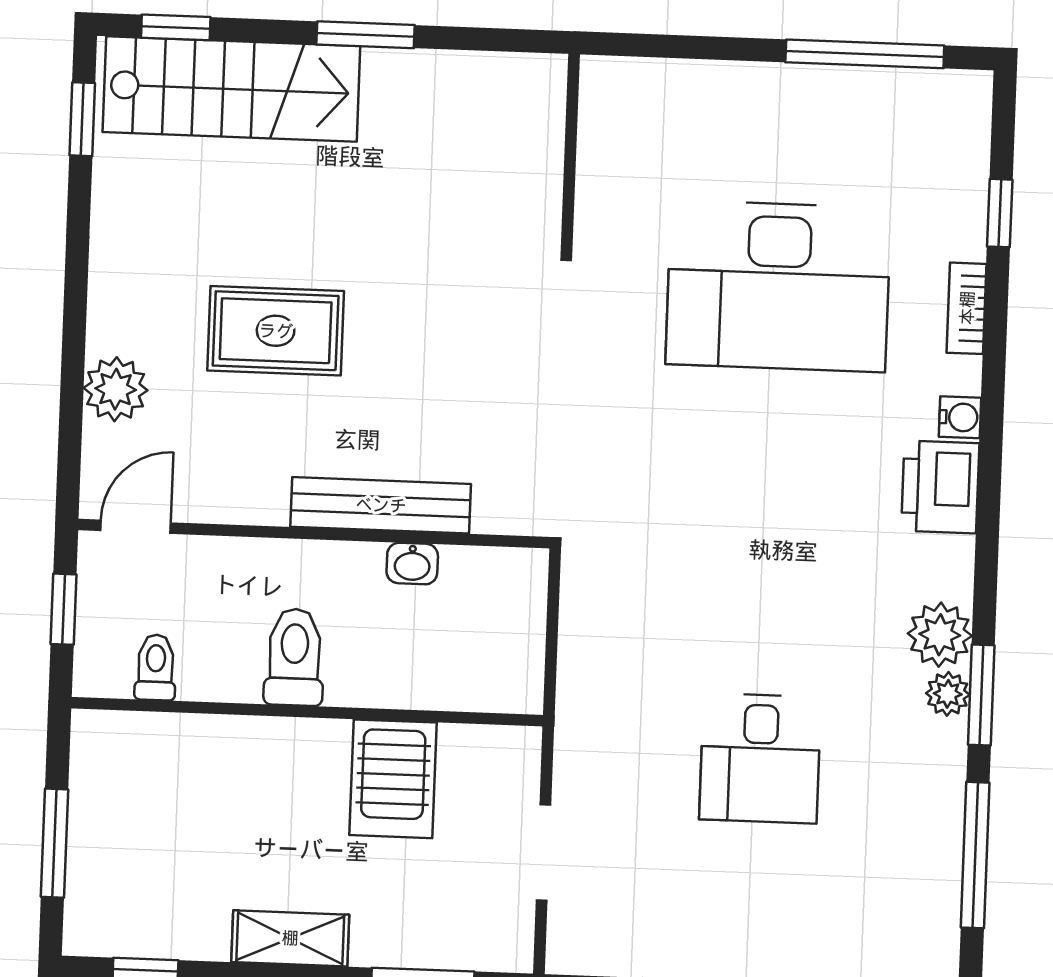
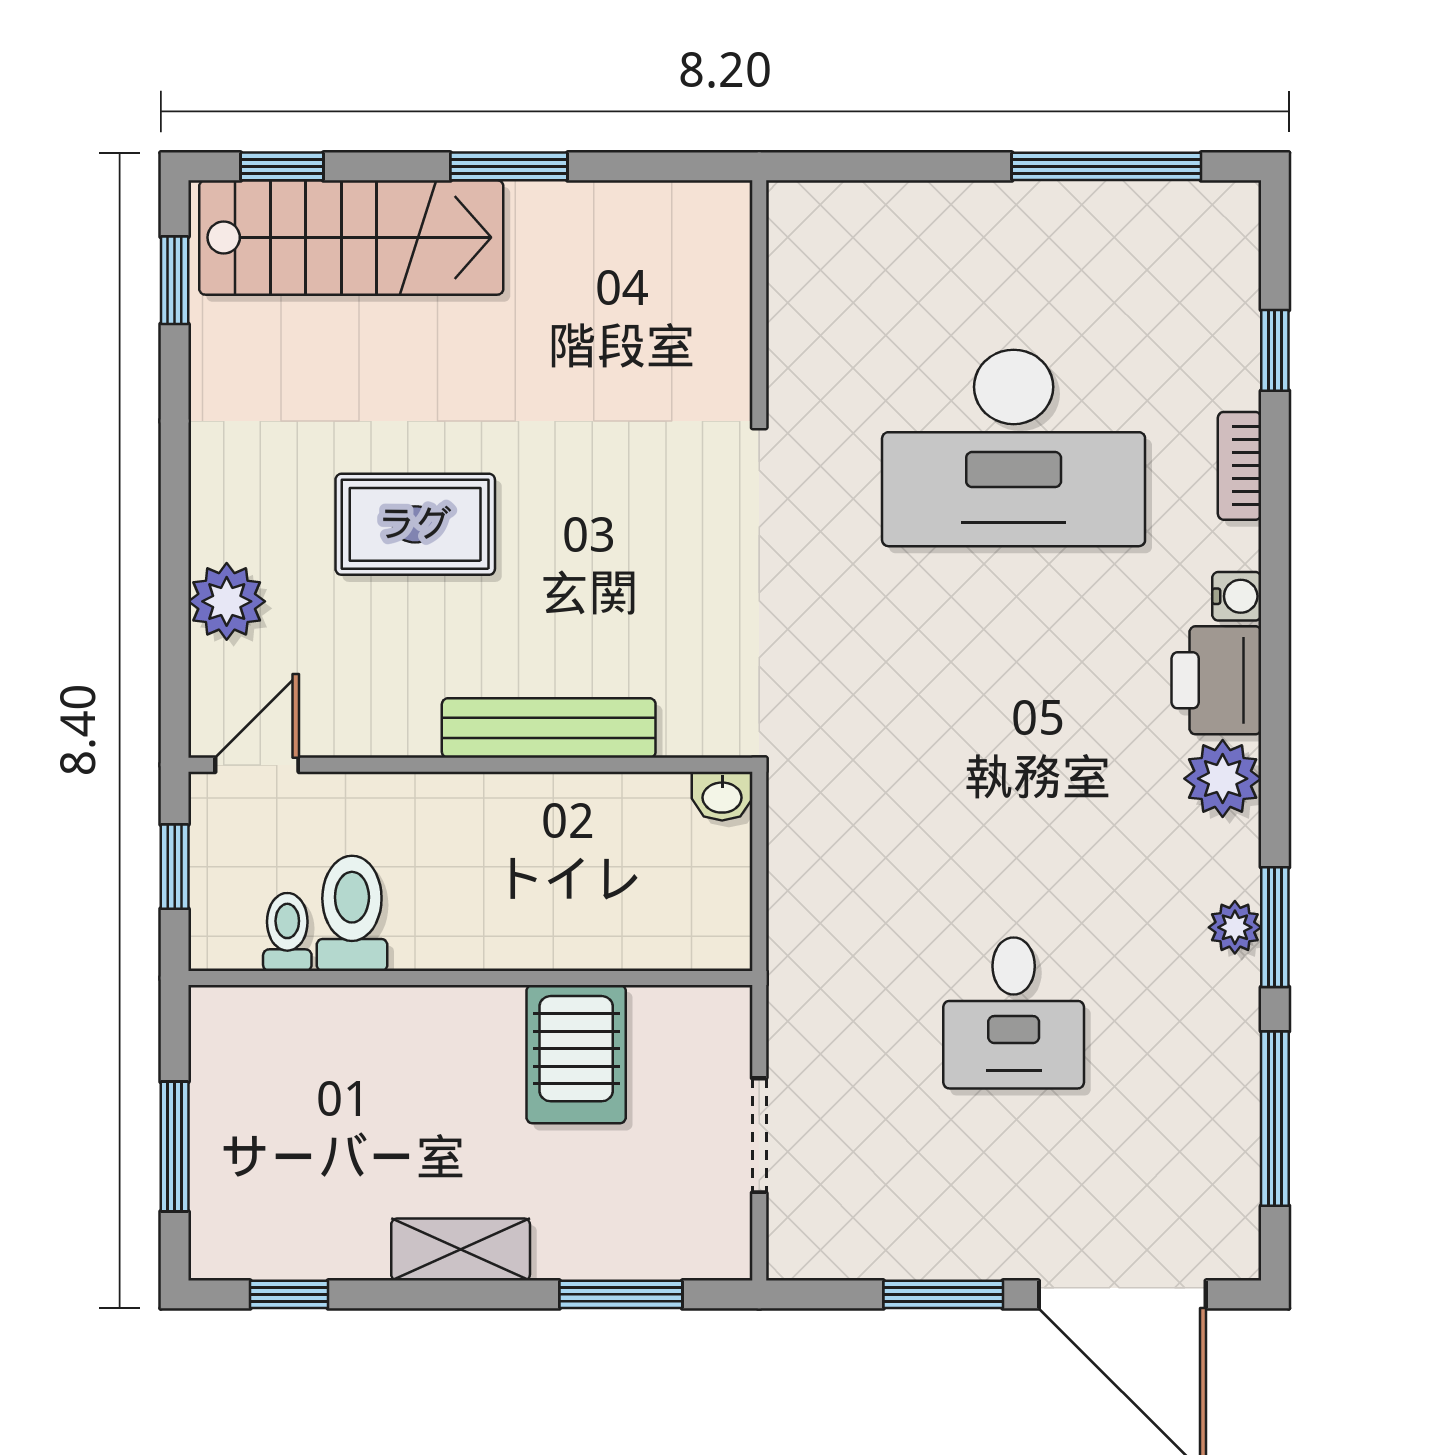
washbasin: (412, 564) -> (722, 796), moved
plant: (940, 635) -> (1223, 779), moved
toilet: (294, 657) -> (352, 913), moved

